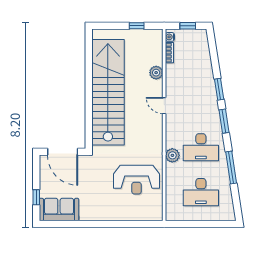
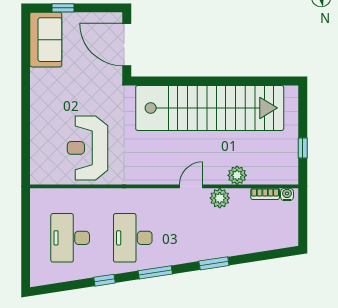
window: (188, 26) -> (303, 219), removed
window: (224, 121) -> (155, 272), moved
door: (63, 152) -> (127, 45), hinge flipped
plant: (172, 155) -> (220, 198), moved
window: (231, 167) -> (105, 280), width x0.46

